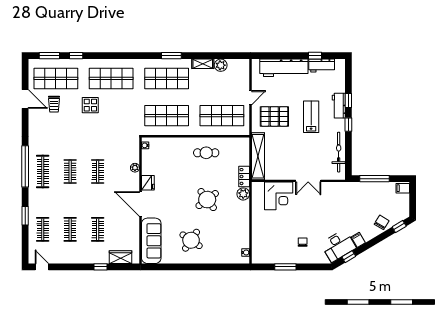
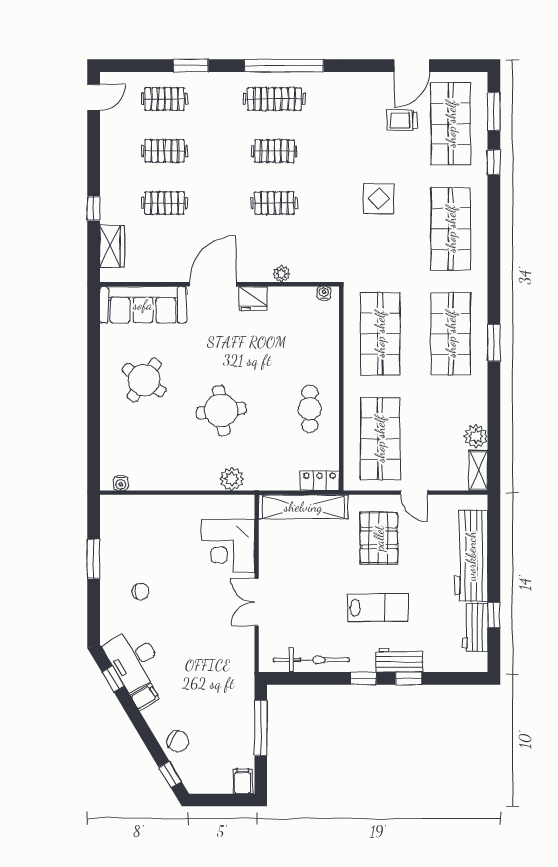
shelving: (203, 64) -> (478, 470), moved
display table: (90, 105) -> (379, 198), moved
locker: (244, 177) -> (319, 481), moved
round table: (207, 200) -> (221, 411), turned 30

